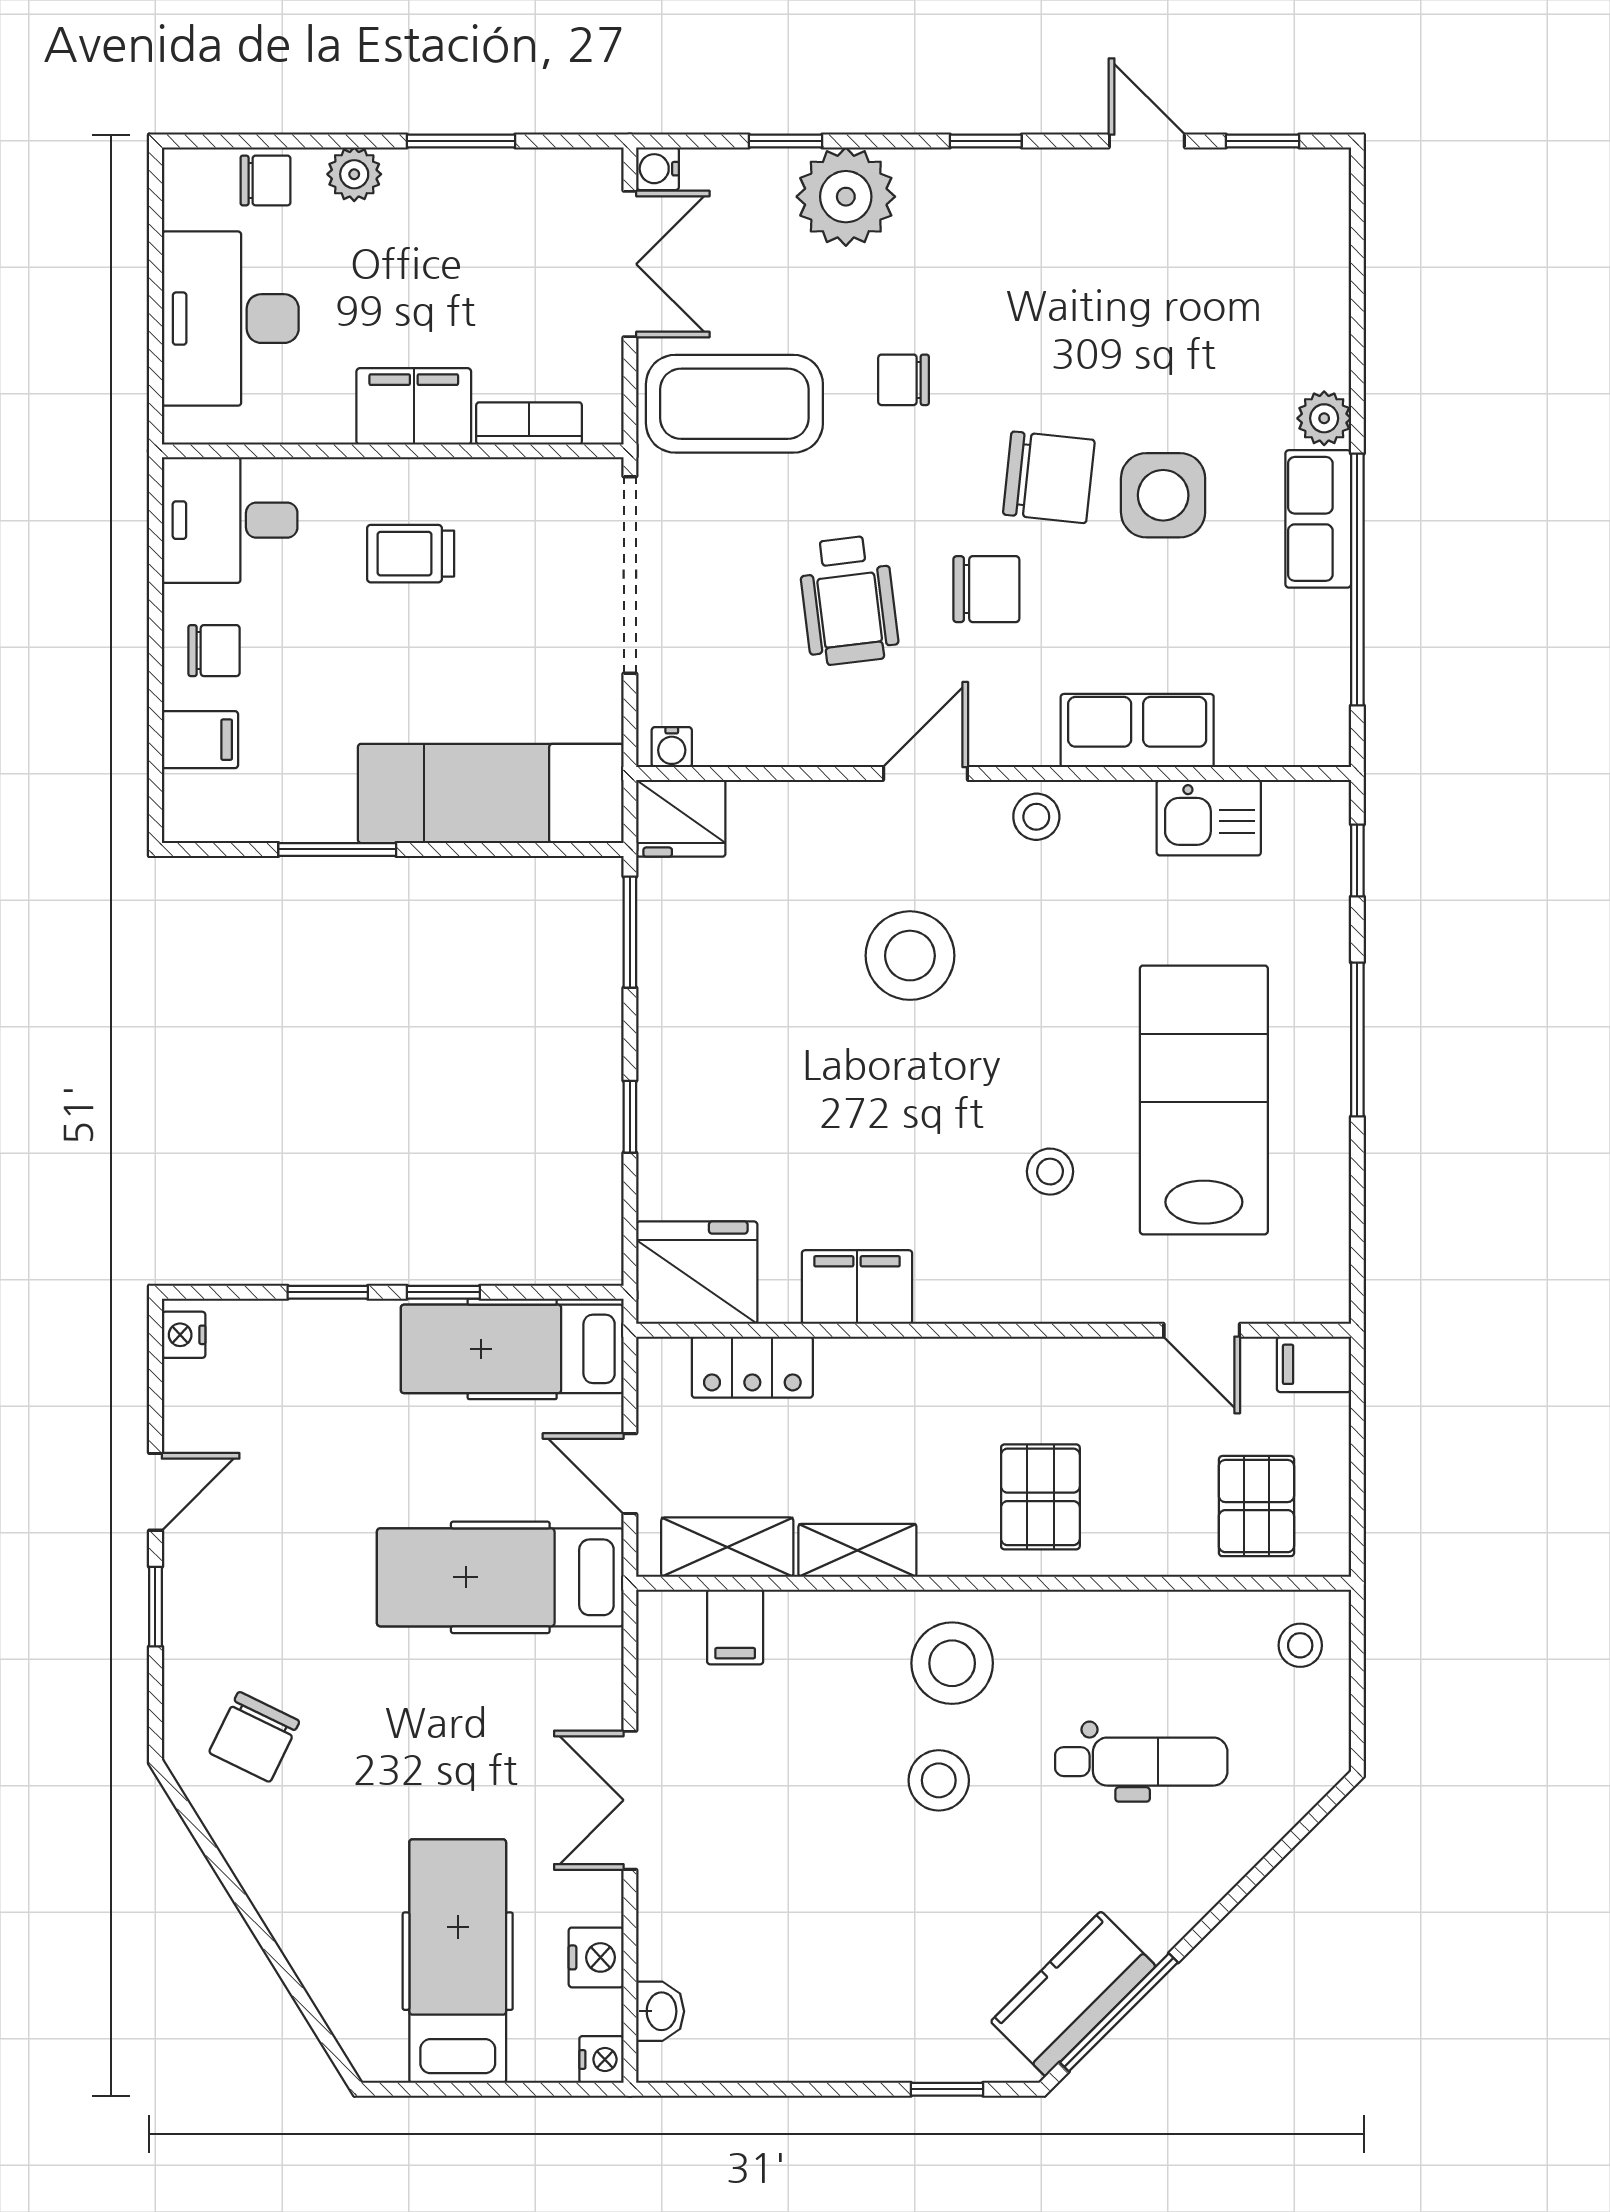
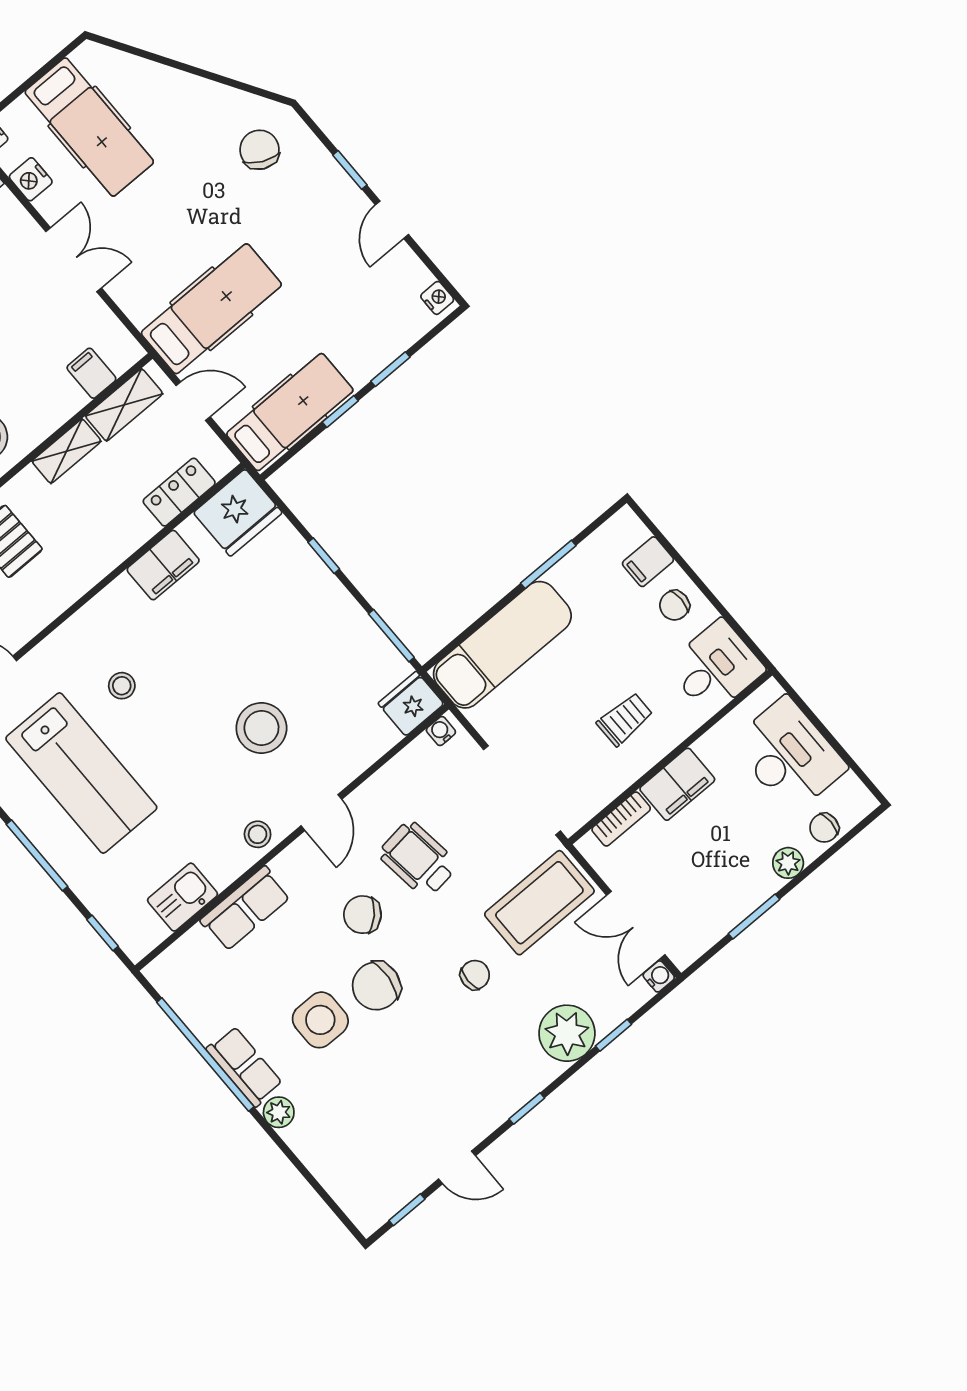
chair: (986, 589) -> (362, 915), turned 45

